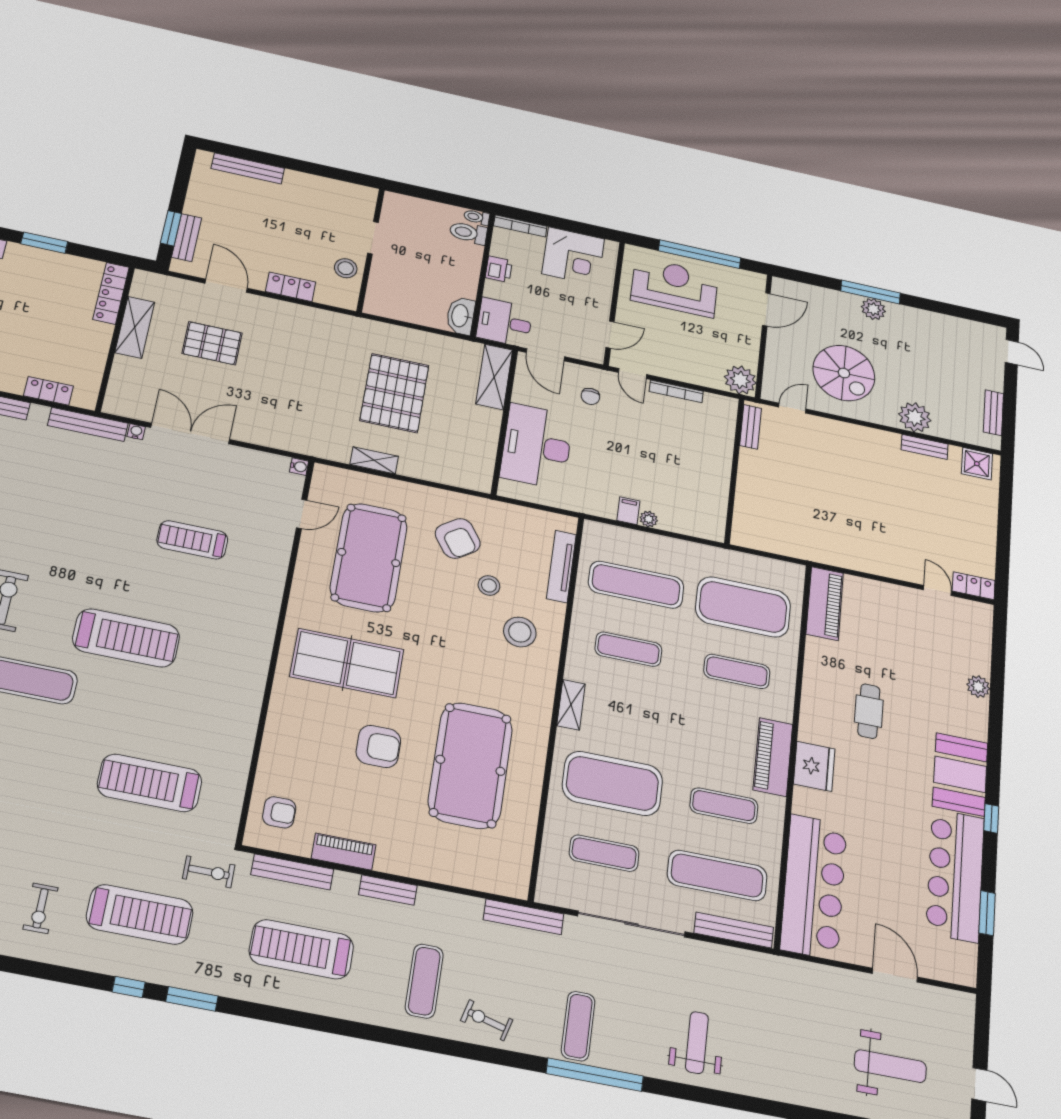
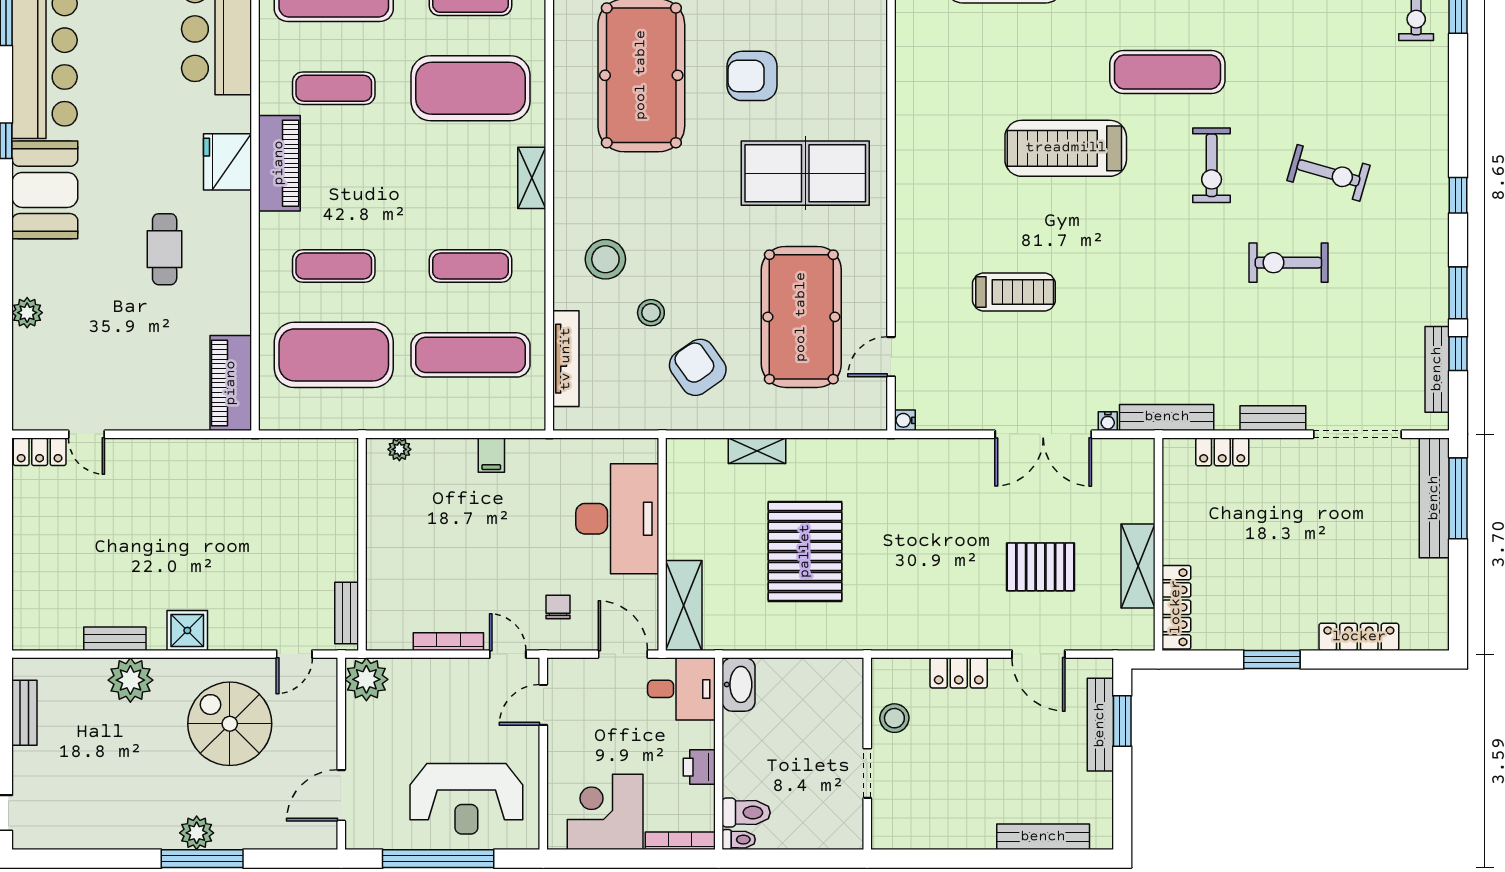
bench: (187, 238) -> (1100, 725), width x1.36
shelving: (374, 460) -> (757, 451), moved
shower: (977, 464) -> (187, 630), moved
plant: (649, 519) -> (399, 449), moved

